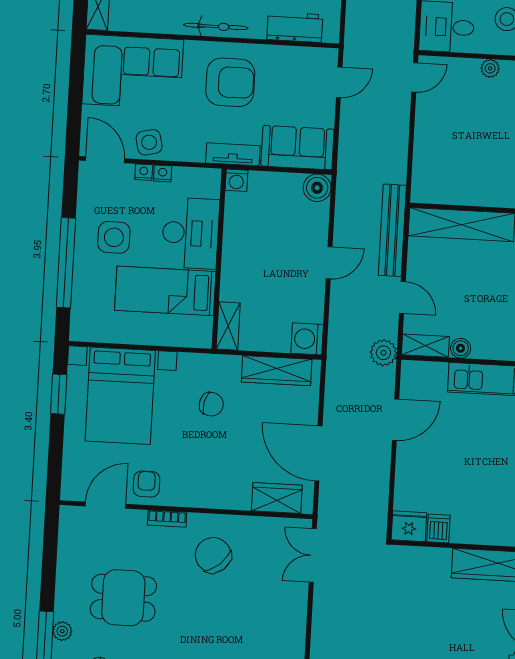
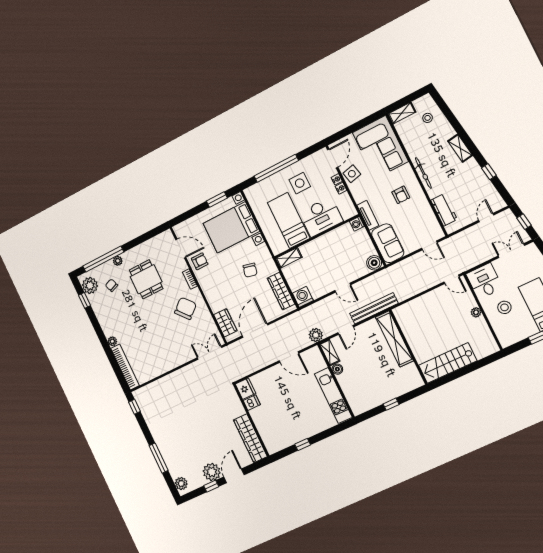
armchair: (230, 82) -> (401, 195), width x0.53, depth x0.53

